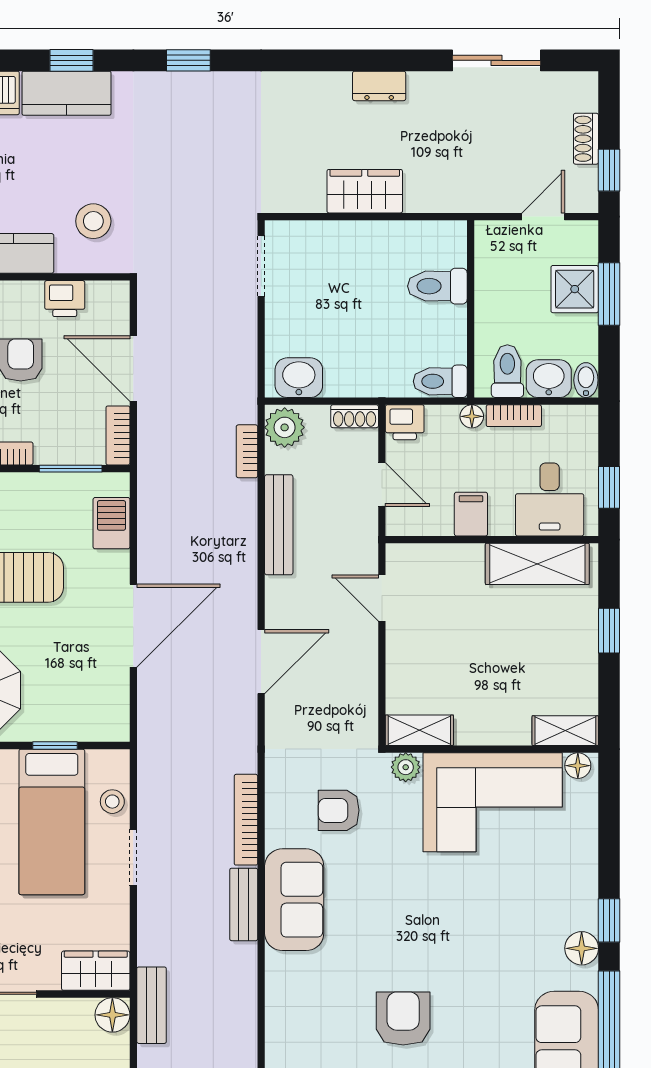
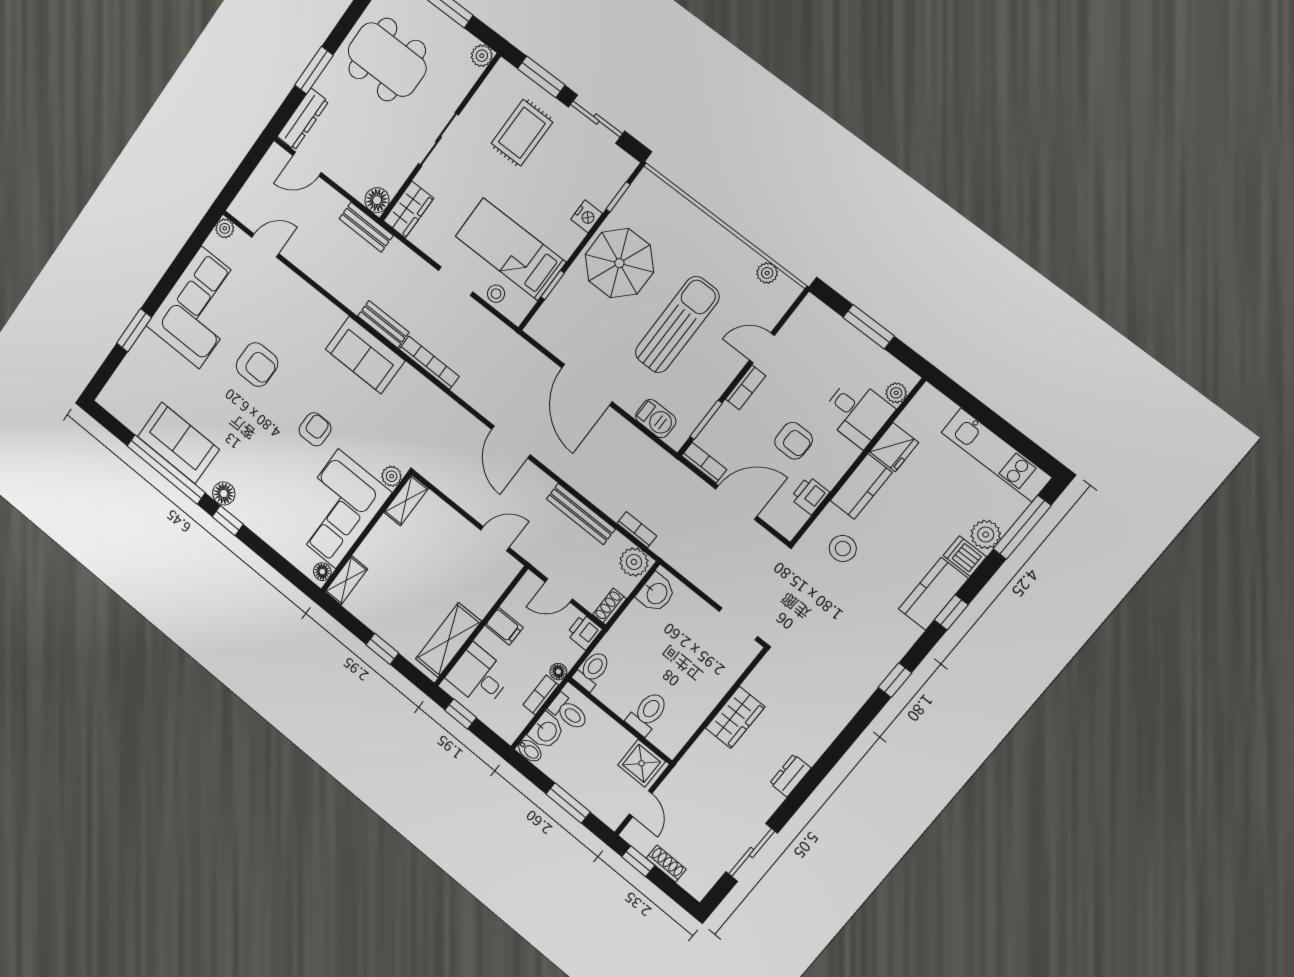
shower: (575, 289) -> (641, 763), moved
armchair: (339, 810) -> (315, 429), moved

